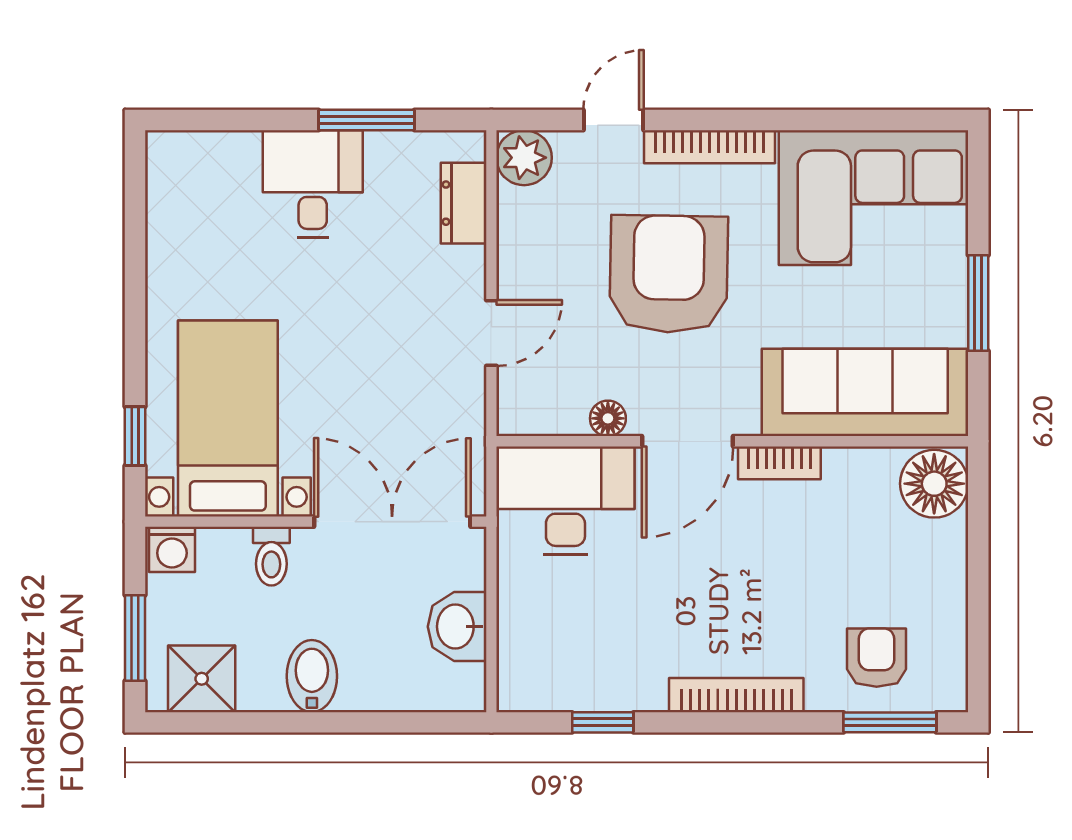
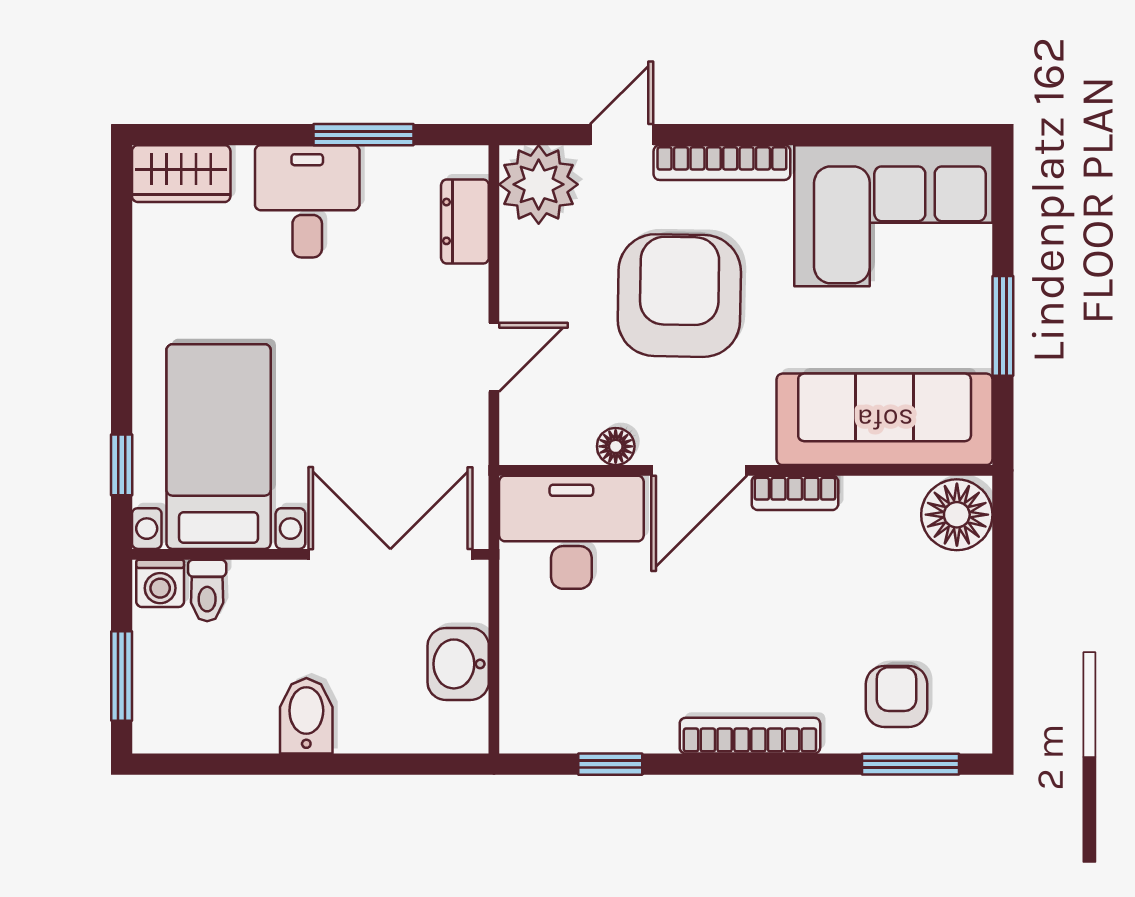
wardrobe: (192, 157) -> (181, 174), added
plant: (524, 158) -> (539, 184), width x1.36, depth x1.36
toilet: (271, 556) -> (207, 590), moved
shower: (202, 679) -> (191, 719), removed

